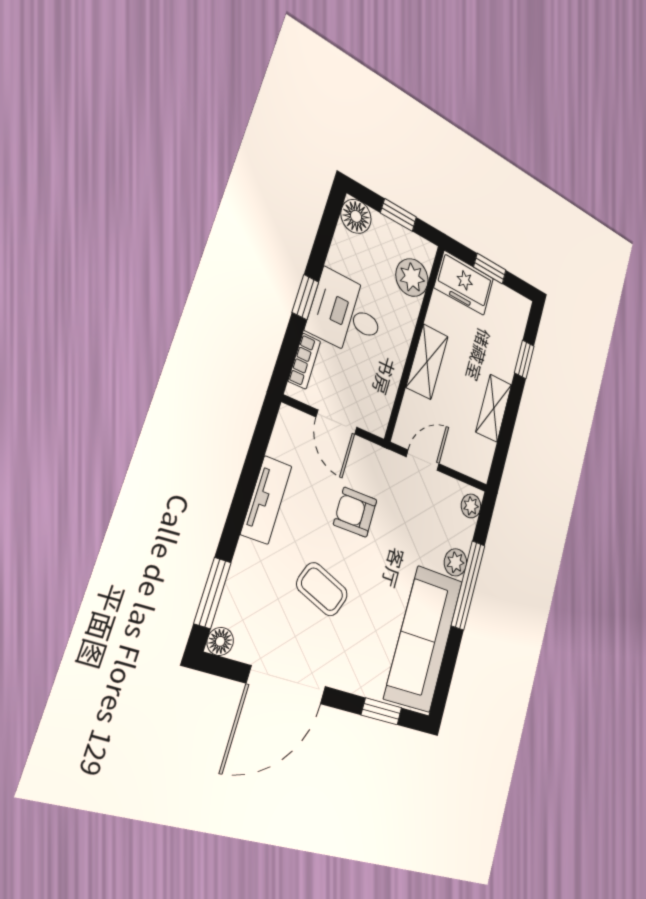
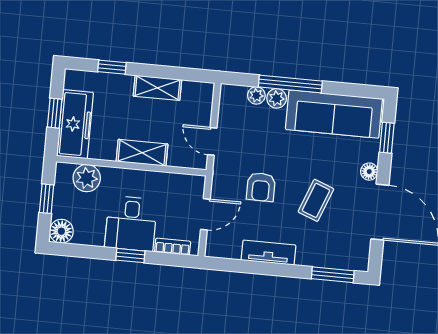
freezer: (464, 283) -> (75, 124), width x1.40
plant: (471, 506) -> (256, 95), moved
floor lamp: (220, 641) -> (369, 172), moved

